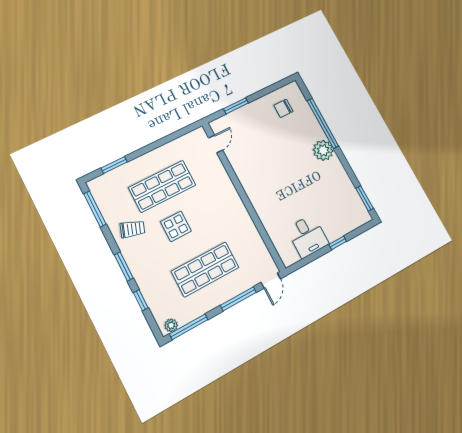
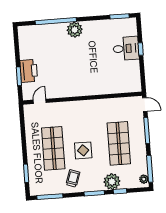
chair: (283, 108) -> (34, 44), removed
printer: (248, 115) -> (29, 71), added
door: (216, 144) -> (40, 101), hinge flipped
desk: (308, 236) -> (126, 48), moved
plant: (150, 283) -> (112, 182), added

